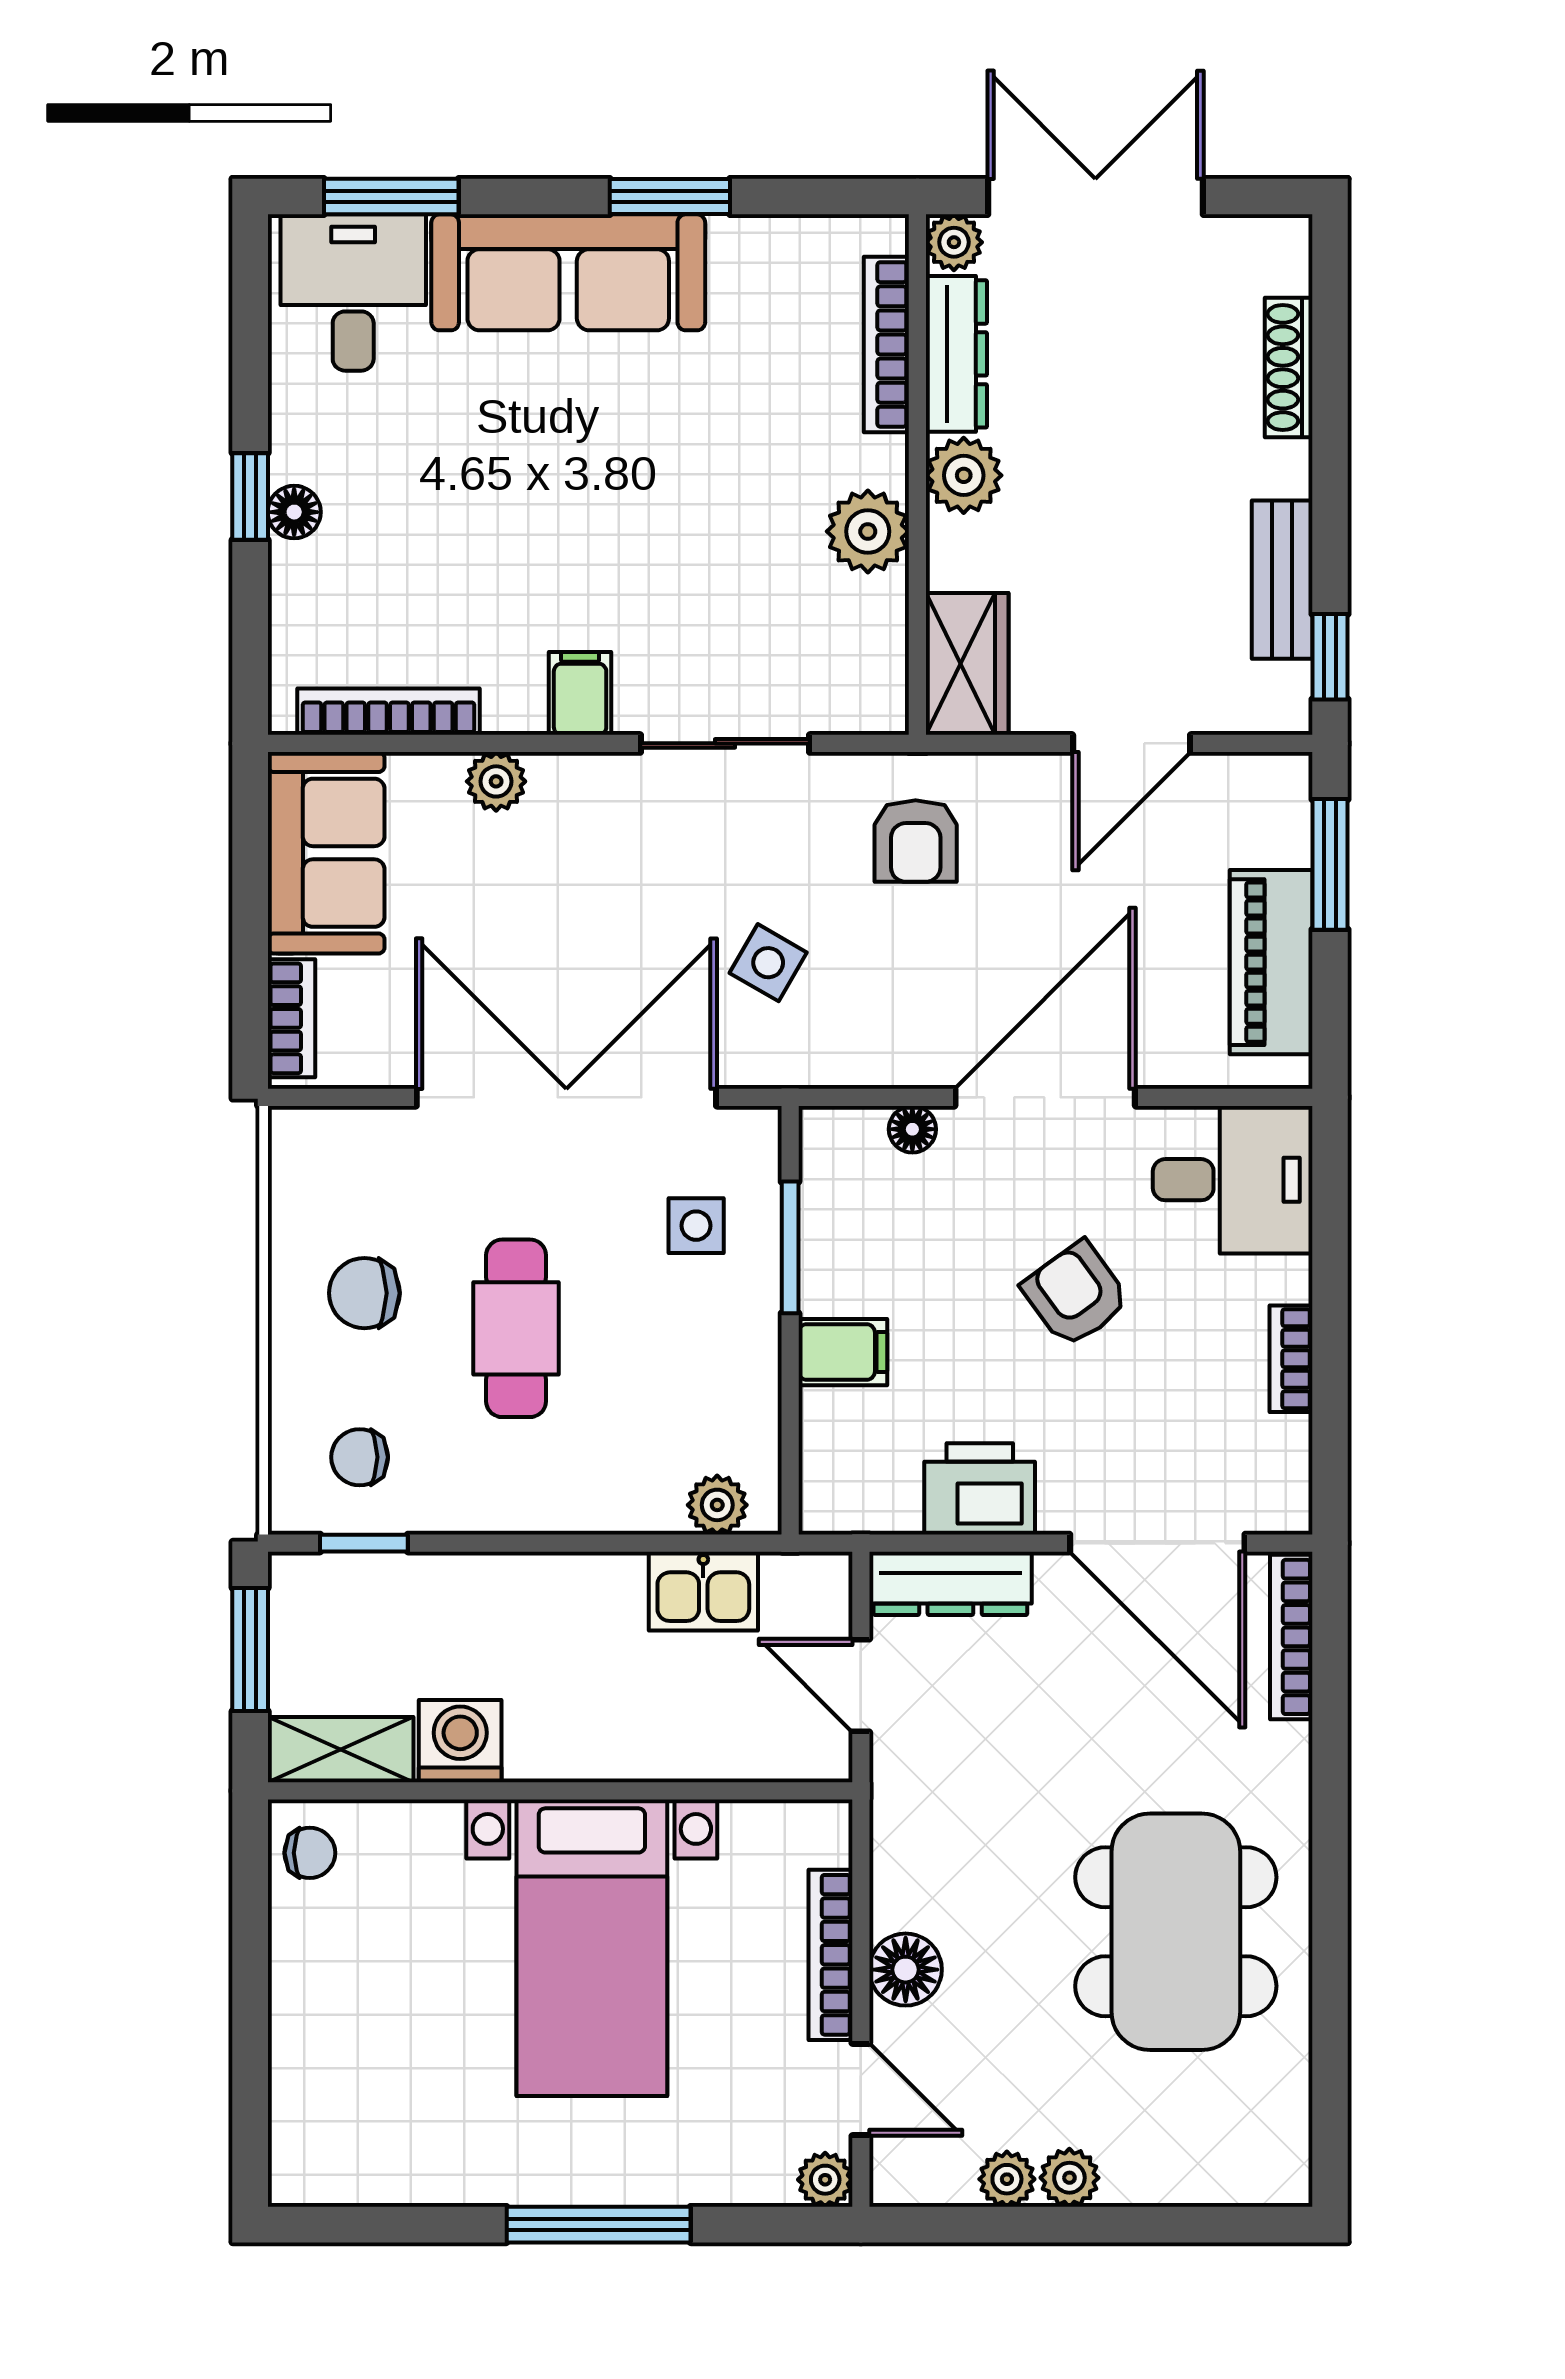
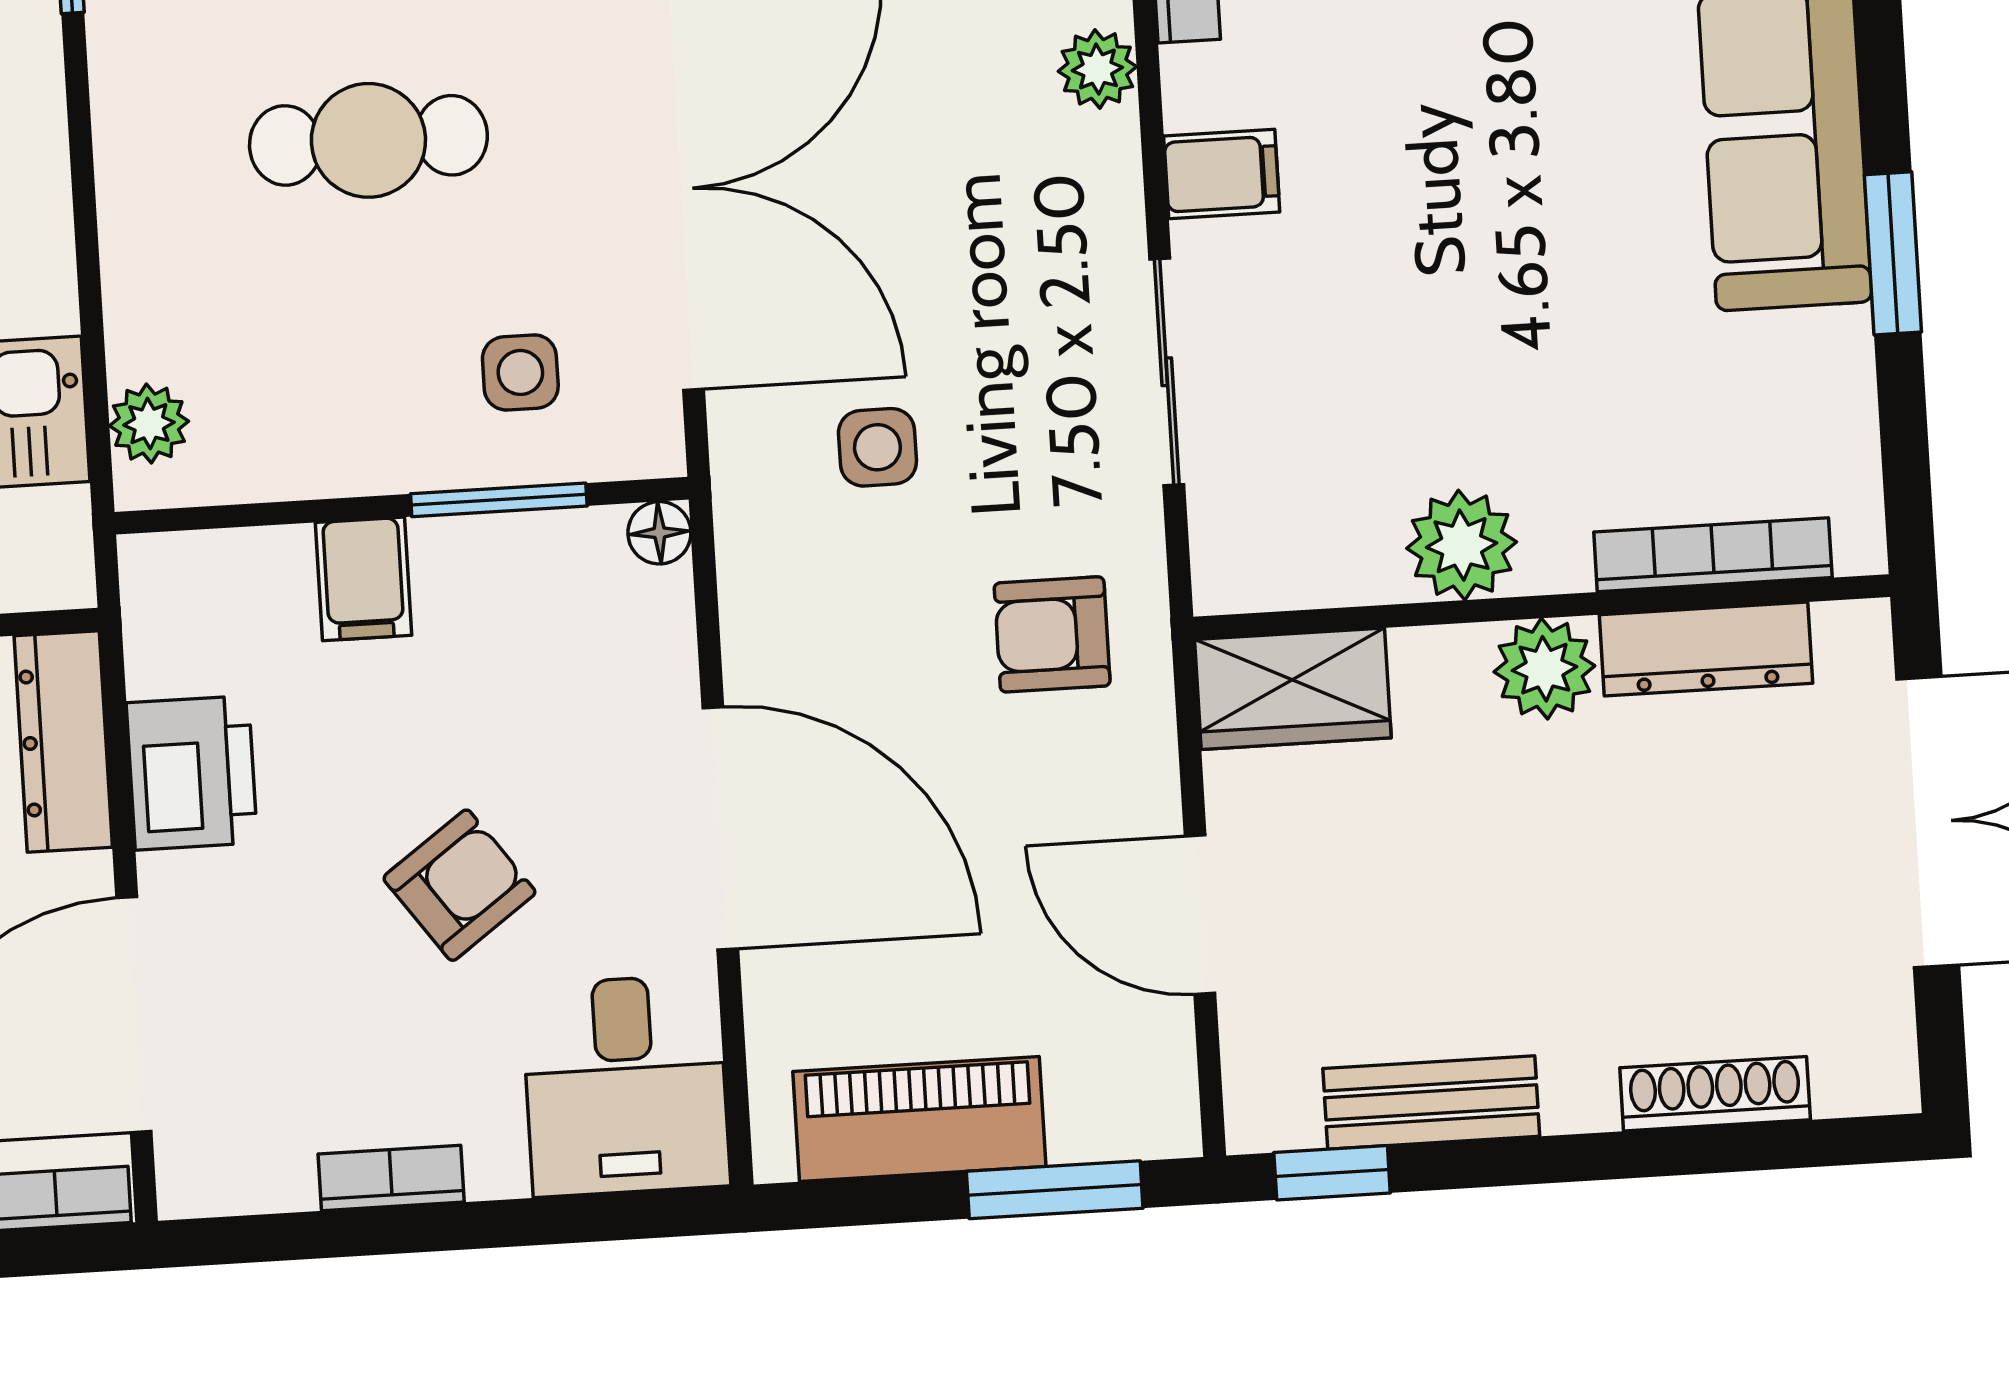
plant: (954, 242) -> (1855, 637), removed
side table: (768, 963) -> (877, 447), turned -30
floor lamp: (912, 1129) -> (659, 533), moved

